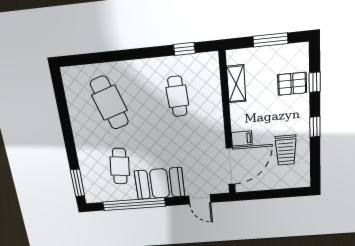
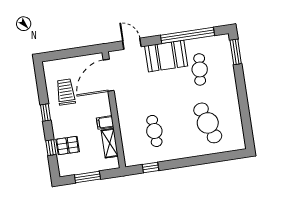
filing cabinet: (242, 138) -> (105, 122), moved

